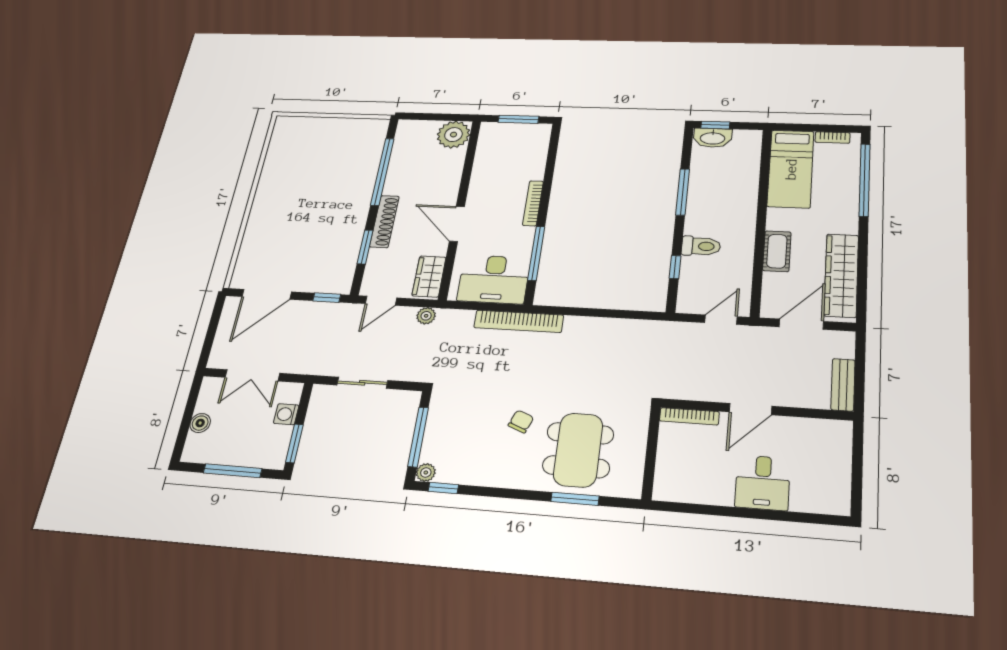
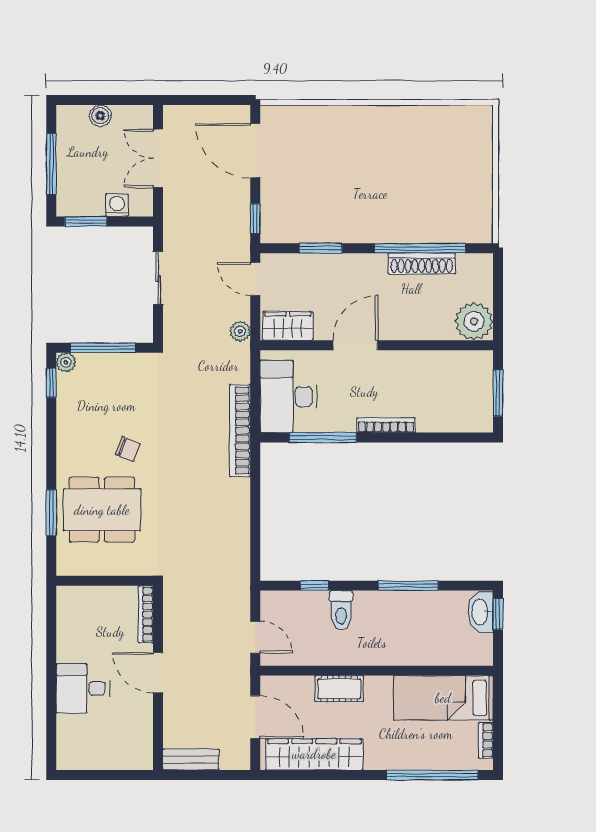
shoe rack: (384, 221) -> (422, 263), moved

